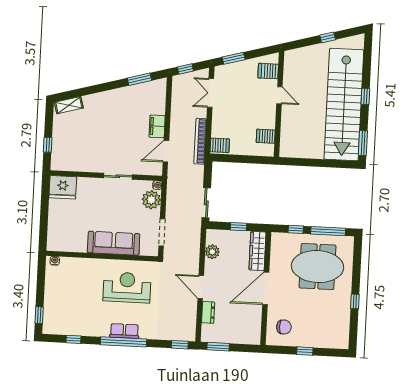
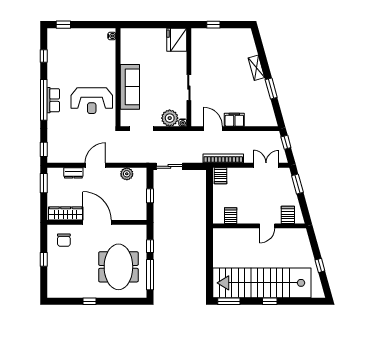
window: (139, 79) -> (271, 89), moved
shelving: (69, 105) -> (256, 68), moved
wardrobe: (257, 251) -> (66, 213), moved
reception desk: (127, 287) -> (92, 101), turned 90

